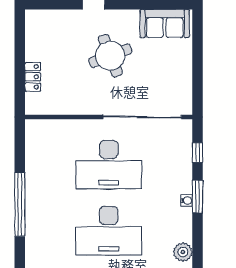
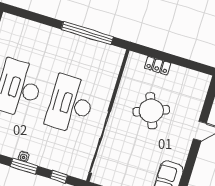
round table: (110, 56) -> (151, 111), moved
window: (20, 204) -> (87, 33), moved

